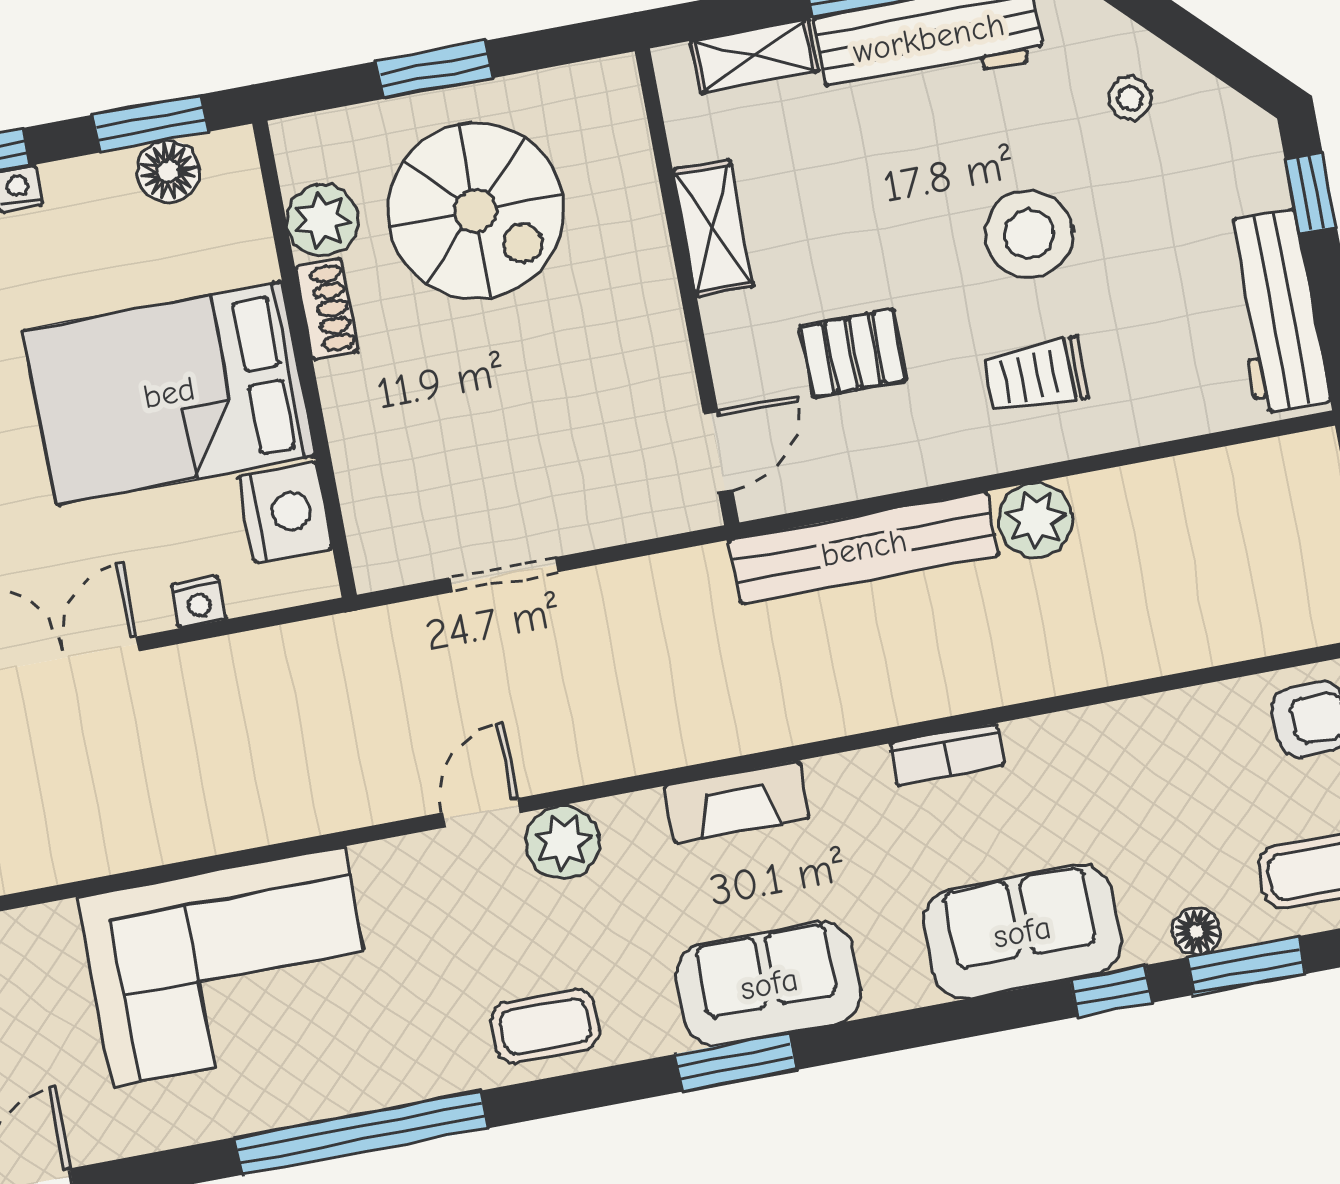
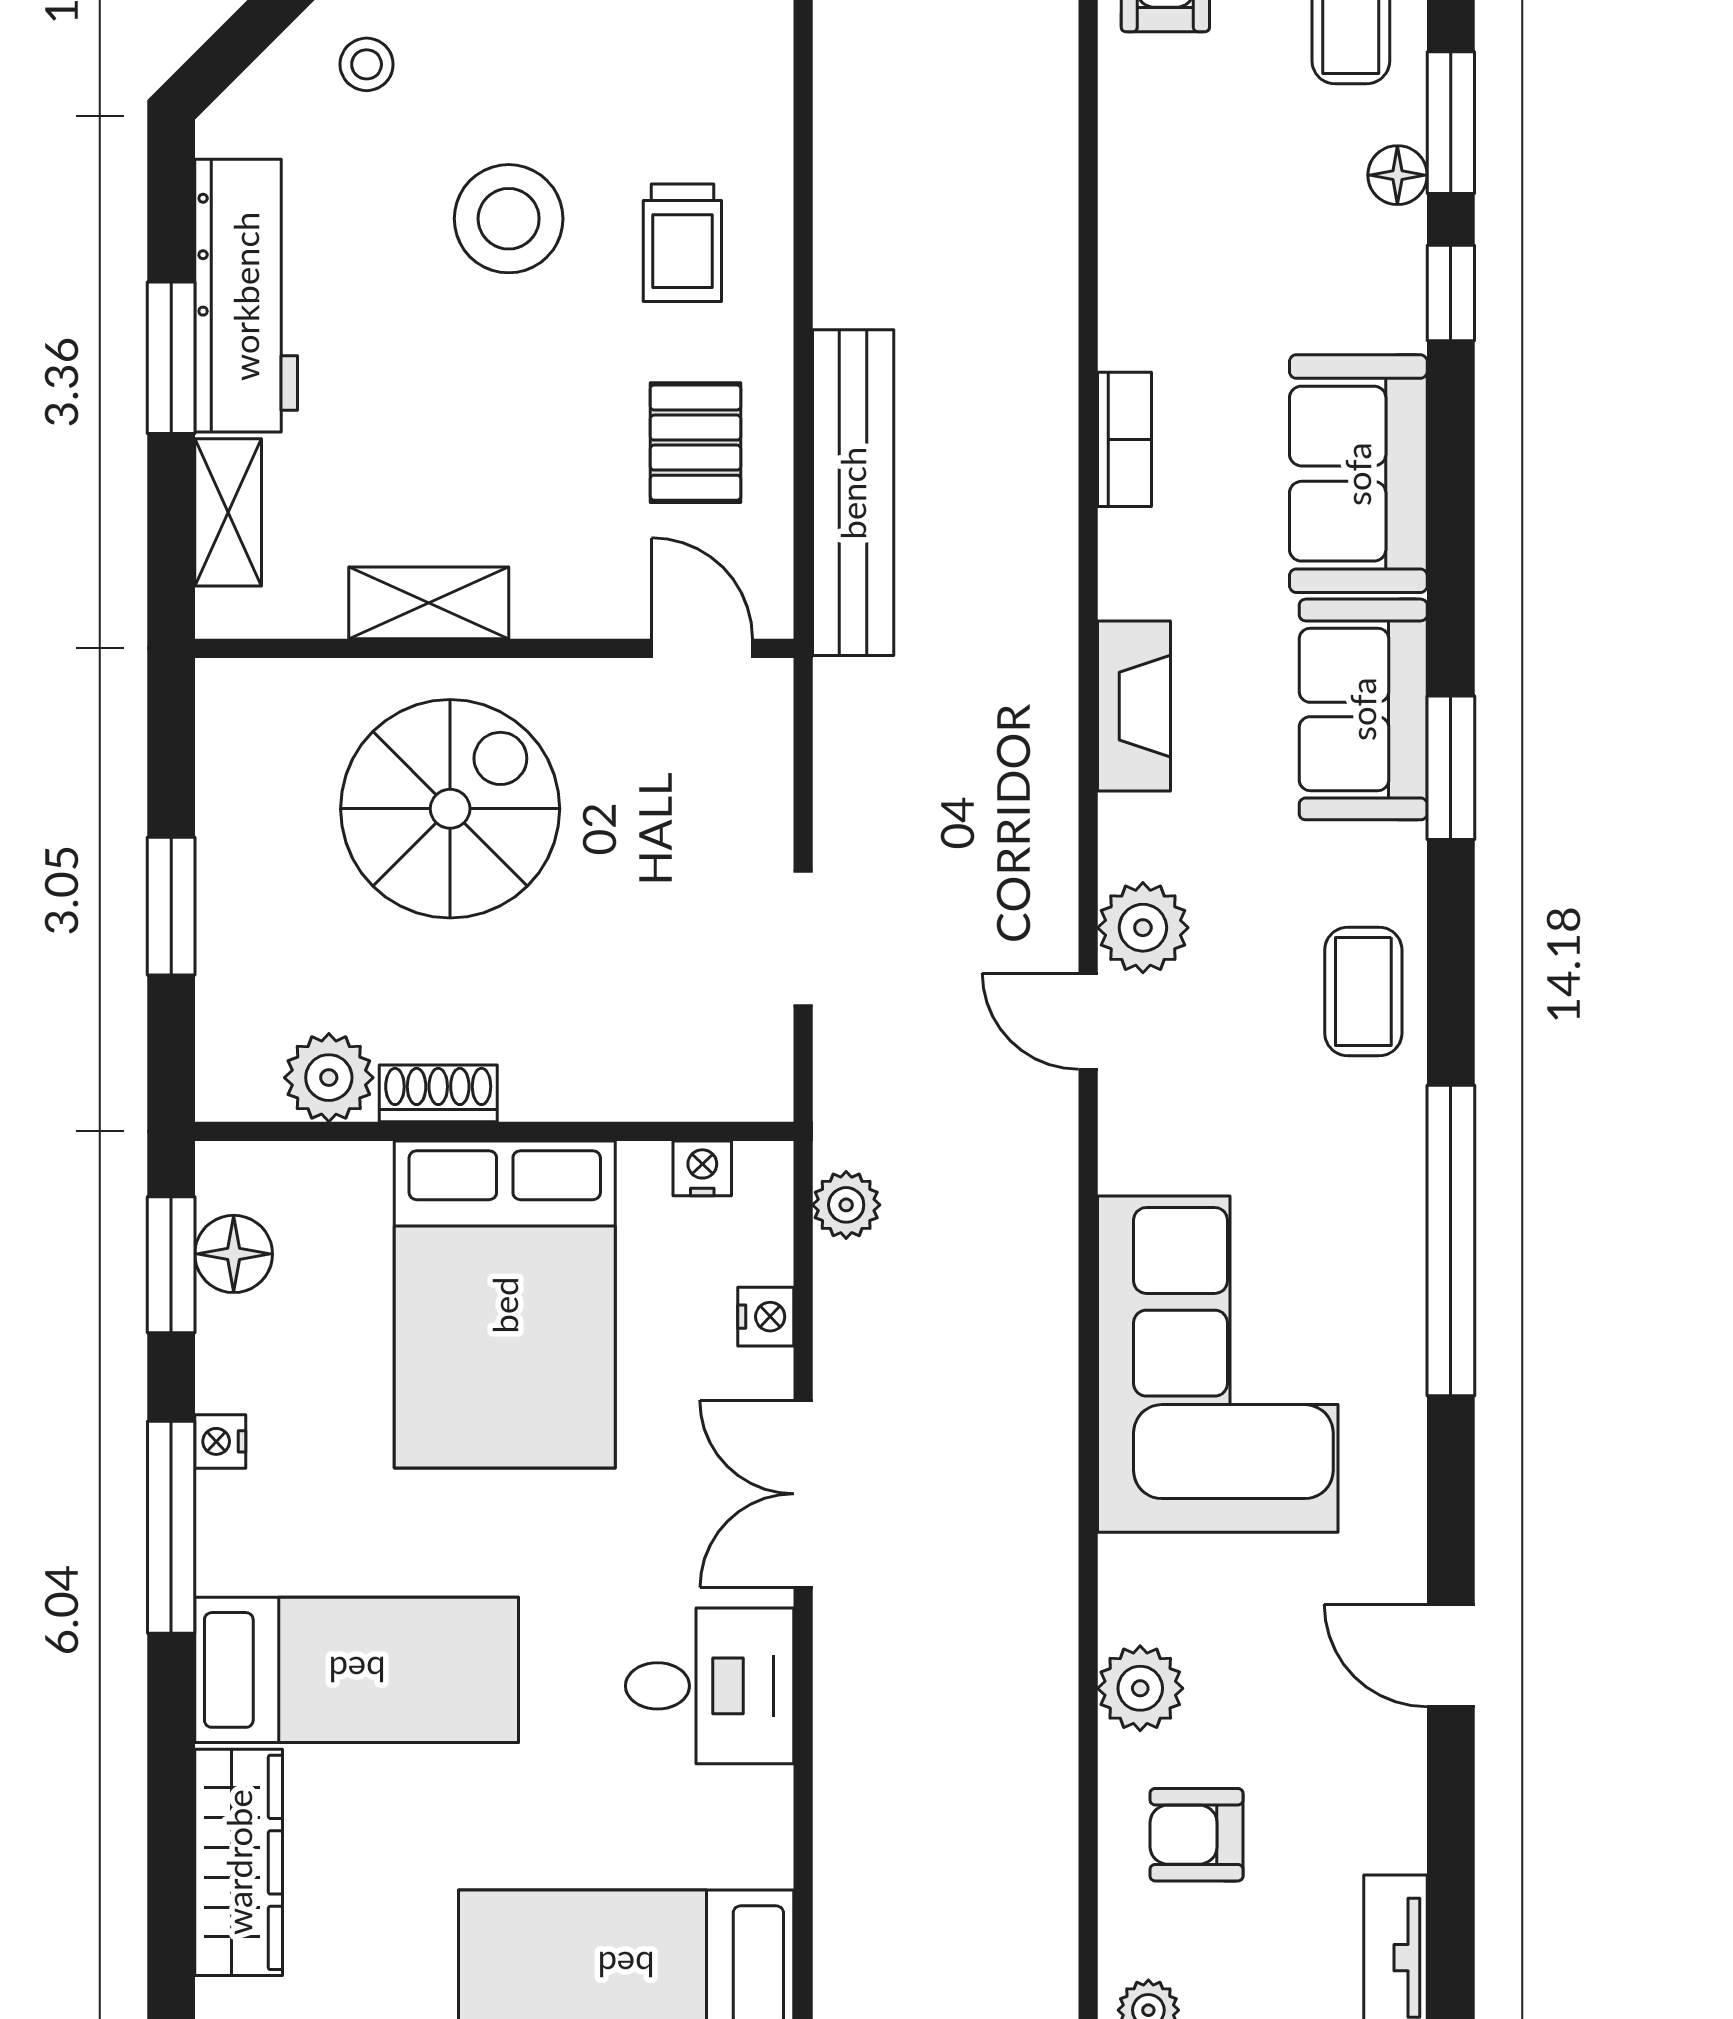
spiral stairs: (475, 211) -> (450, 809), moved
pallet: (853, 353) -> (696, 443), moved
nightstand: (285, 512) -> (702, 1168), width x0.53, depth x0.56
plant: (1035, 520) -> (846, 1205), moved, width x0.73, depth x0.73
sofa: (1022, 932) -> (1358, 474), moved

